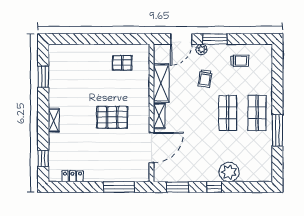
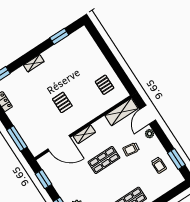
door: (181, 39) -> (148, 115), hinge flipped
window: (215, 39) -> (176, 159), moved
shelving: (161, 83) -> (121, 112), moved
shop shelf: (228, 113) -> (104, 160), moved
pallet: (112, 117) -> (62, 102), width x0.67, depth x0.71

